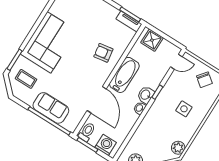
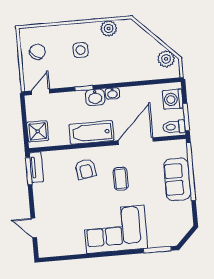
door: (176, 62) -> (41, 92), hinge flipped
coffee table: (26, 79) -> (121, 179), moved
plant: (178, 148) -> (109, 28), moved

